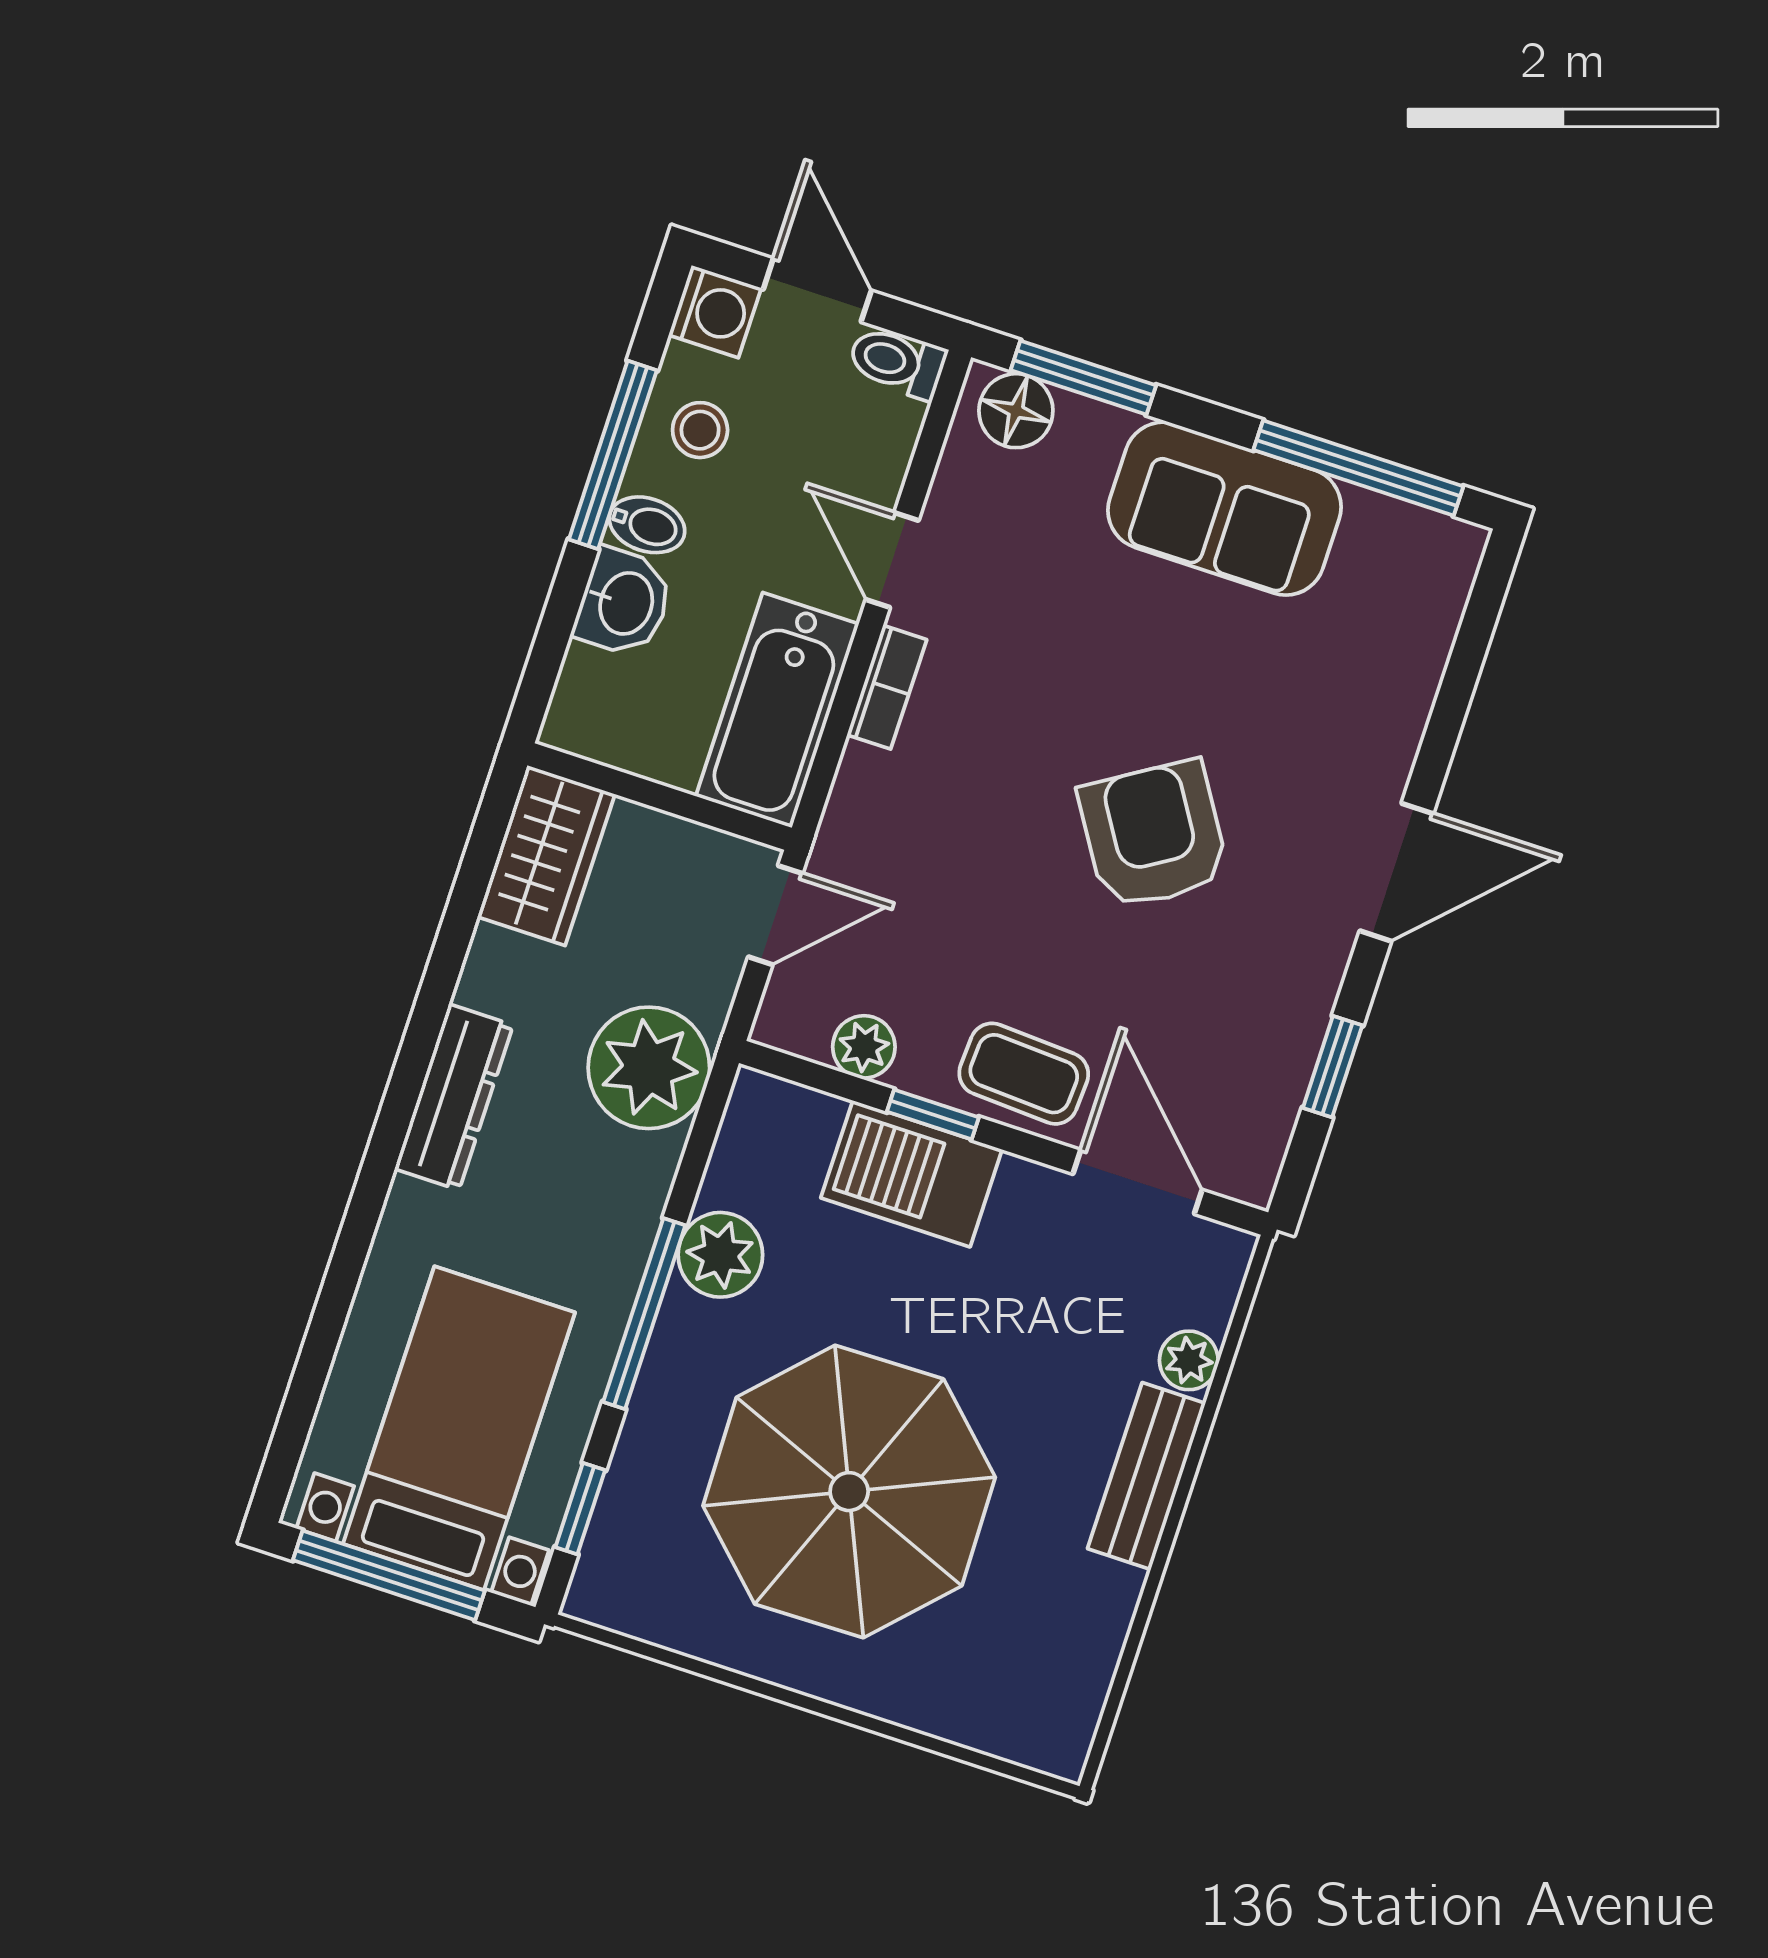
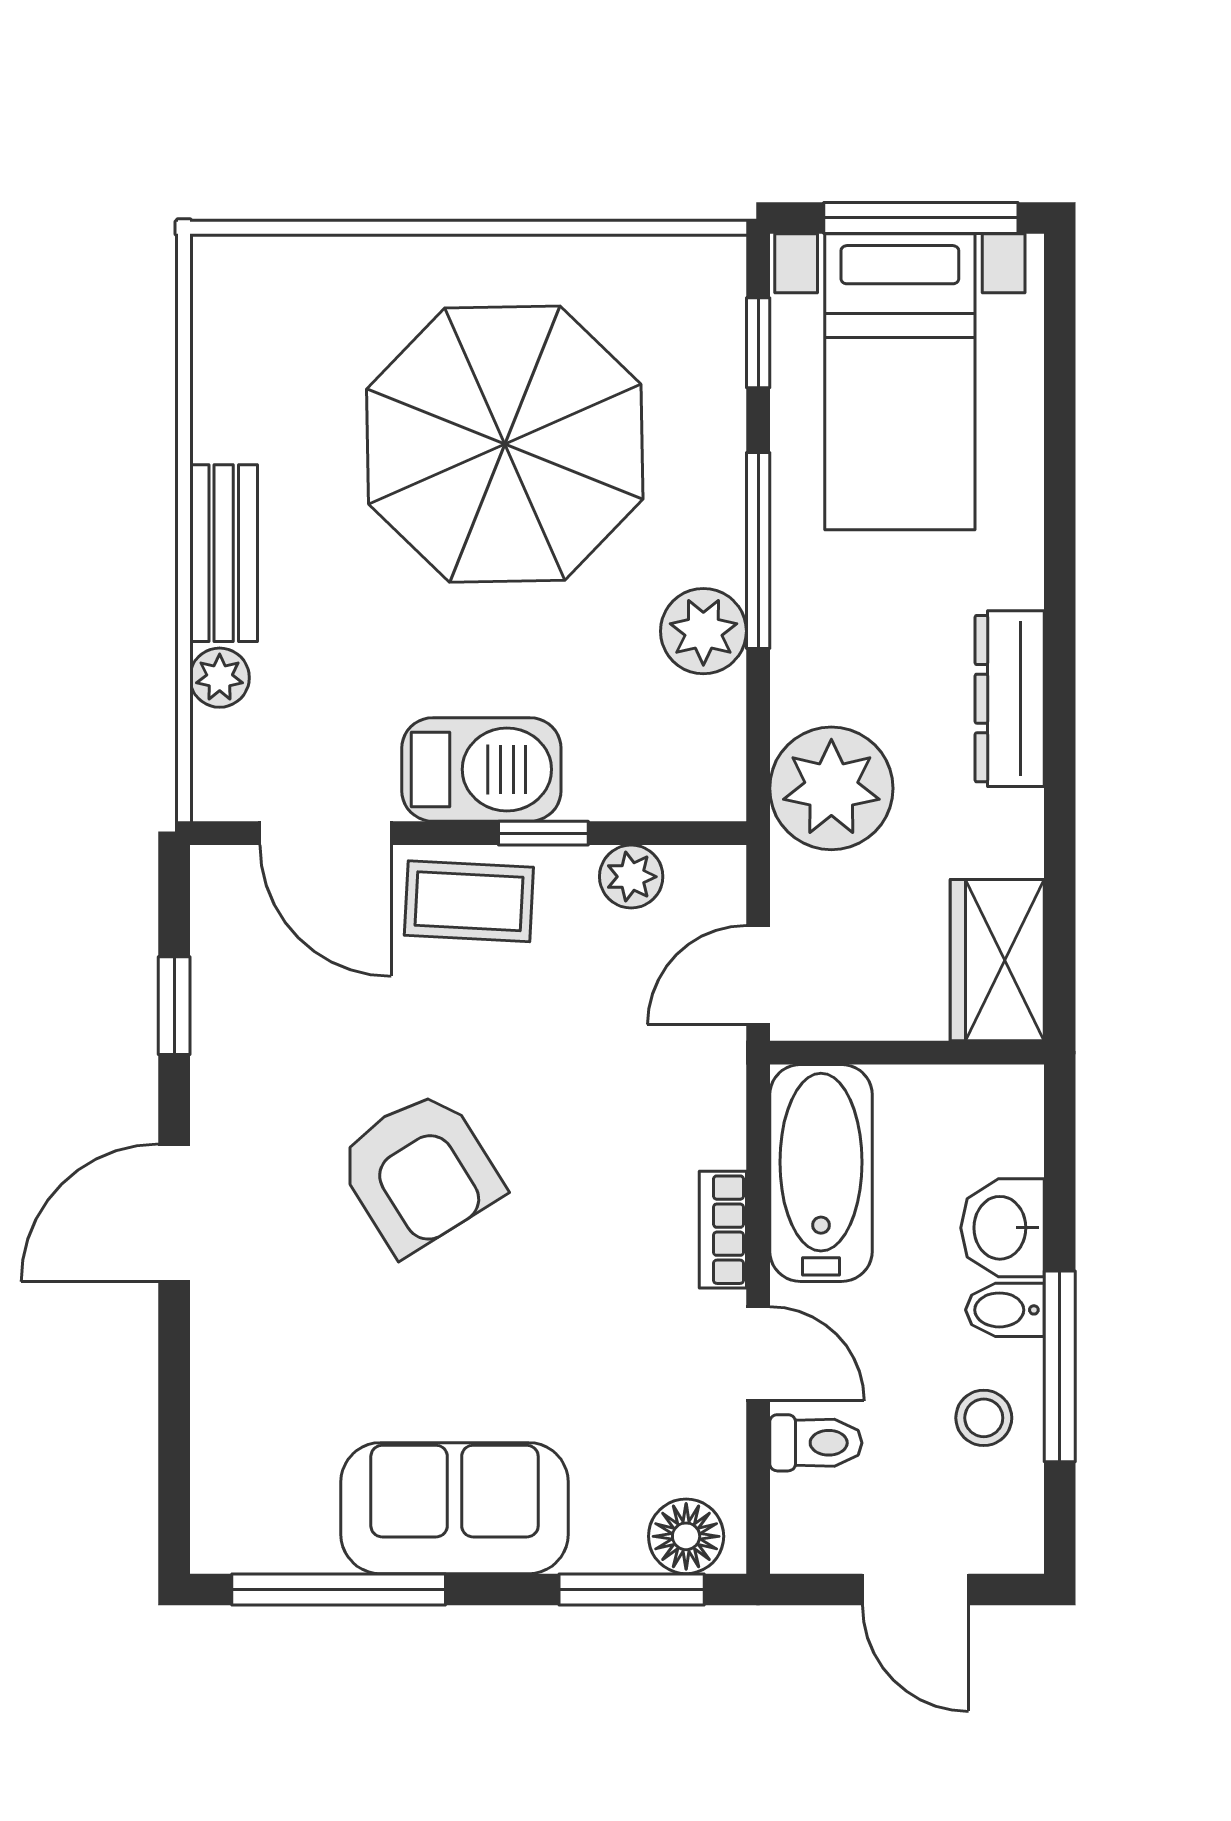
washing machine: (715, 312) -> (1007, 1537), removed
toilet: (897, 362) -> (816, 1443), moved
barbecue: (911, 1174) -> (481, 769), moved

